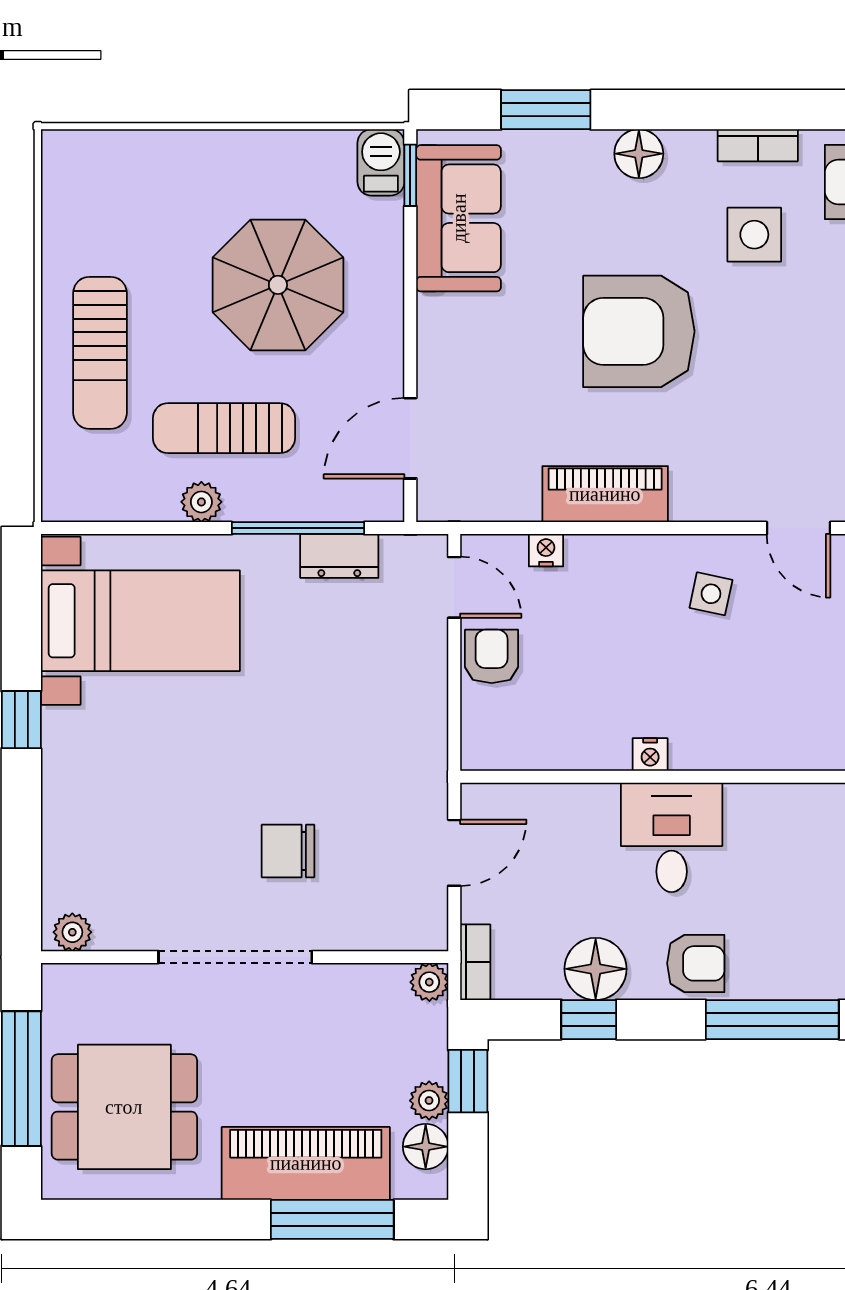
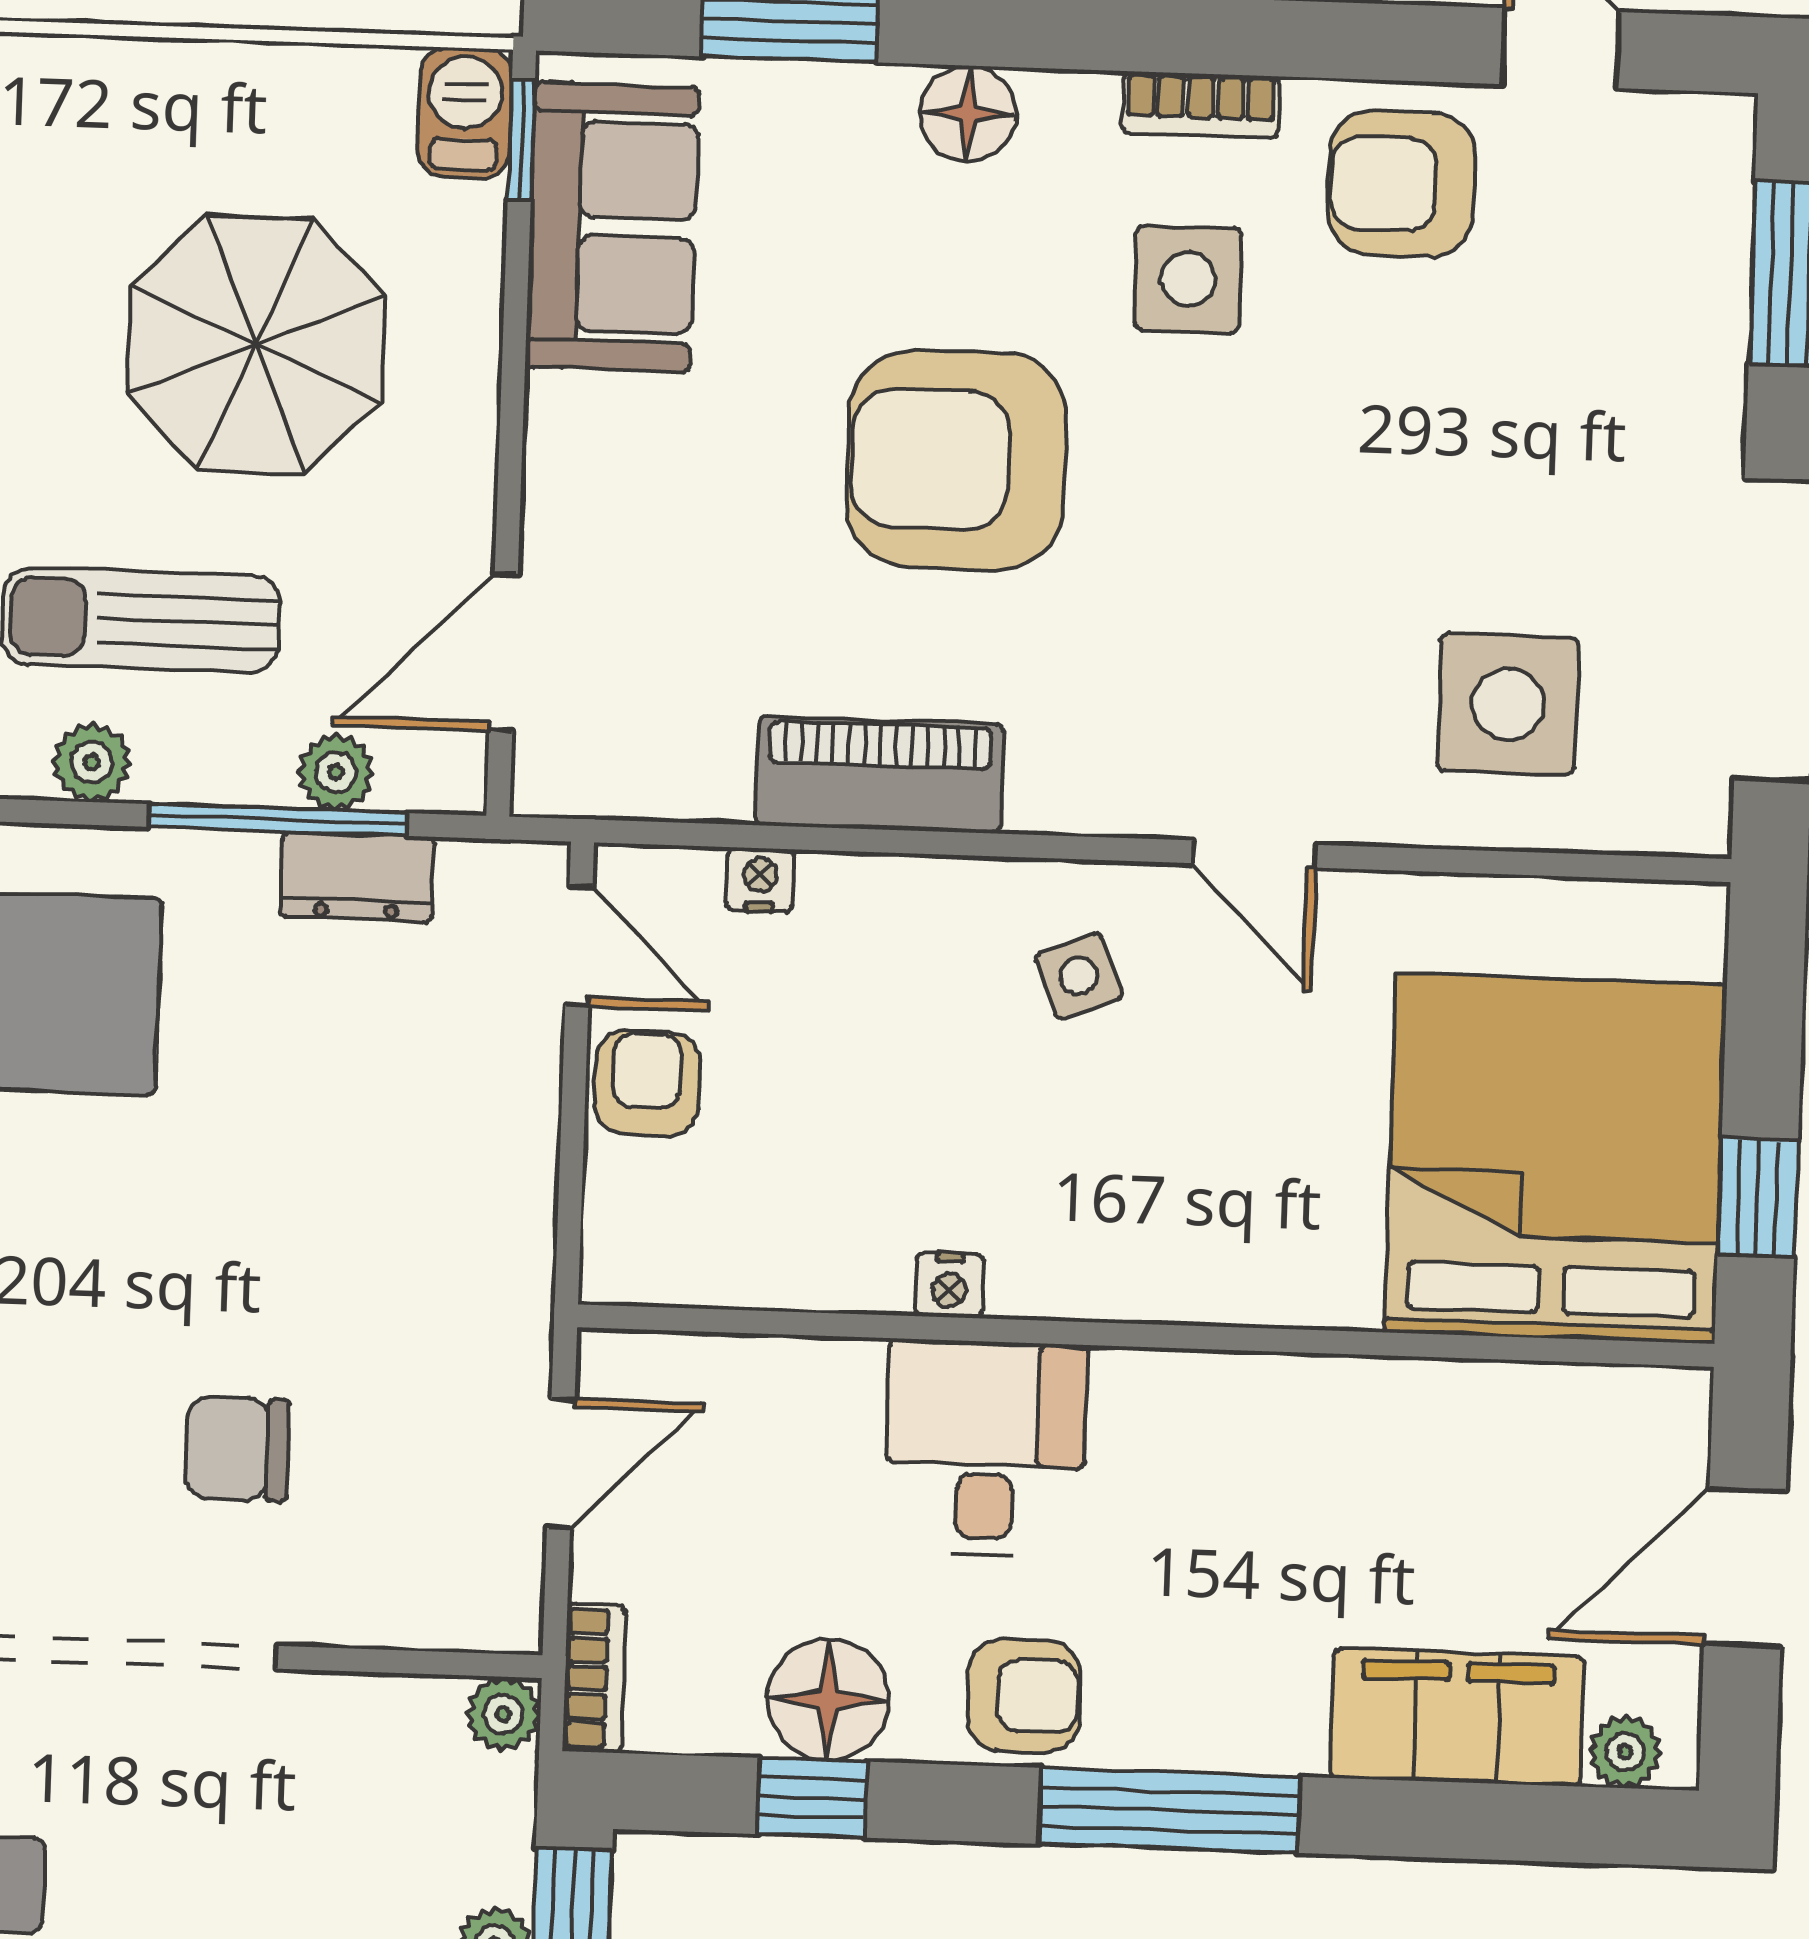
plant: (327, 503) -> (336, 772), added
side table: (711, 594) -> (1079, 976), turned -34

